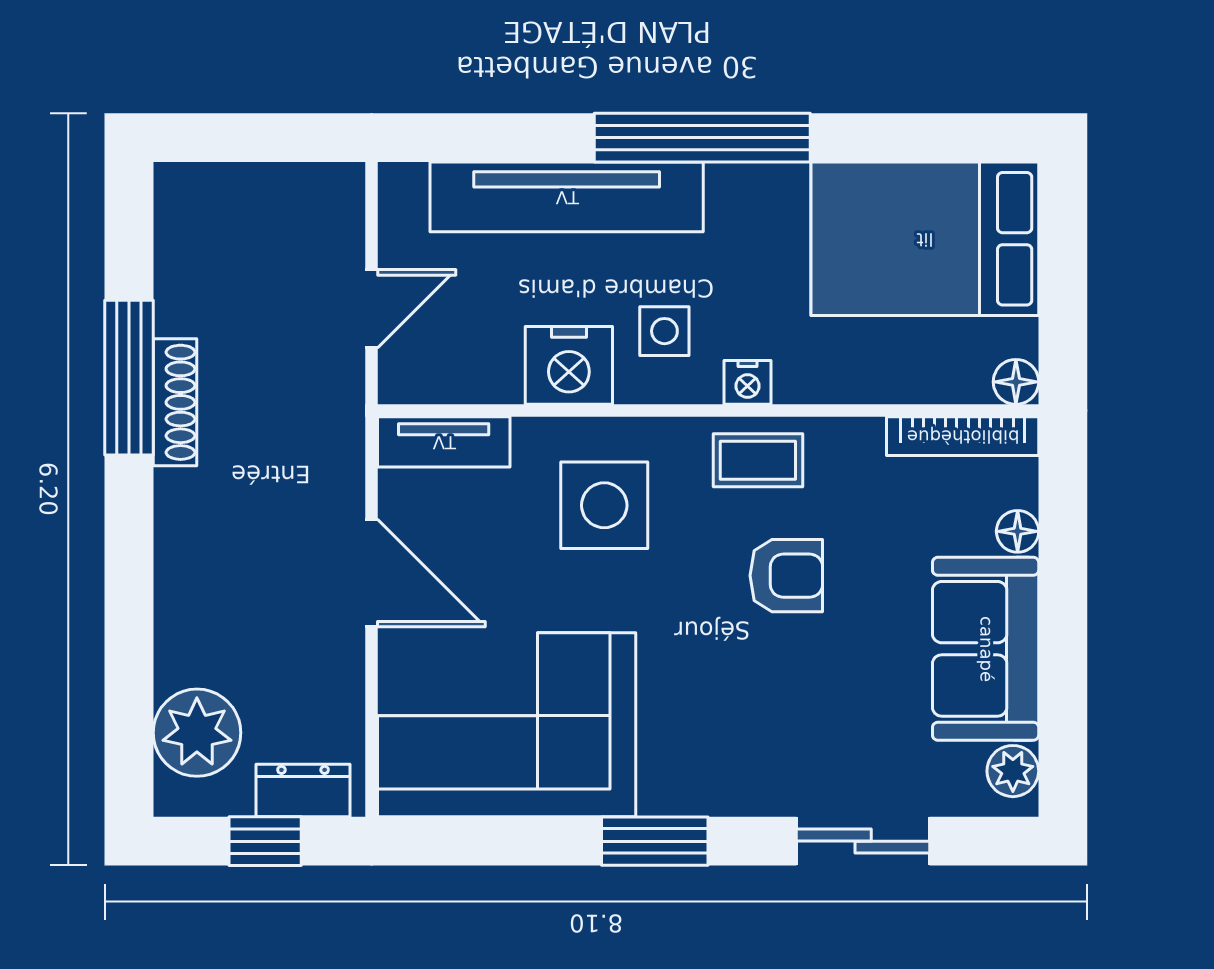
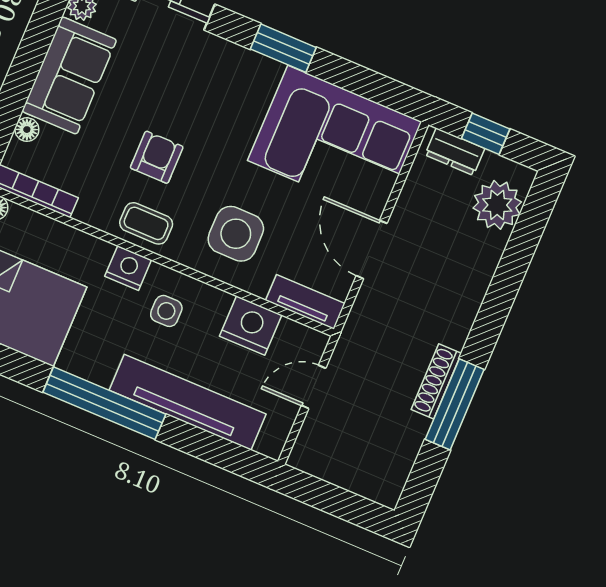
nightstand: (569, 365) -> (251, 326), moved
nightstand: (747, 382) -> (128, 268), width x1.39, depth x1.35
armchair: (786, 576) -> (157, 157), turned 90

